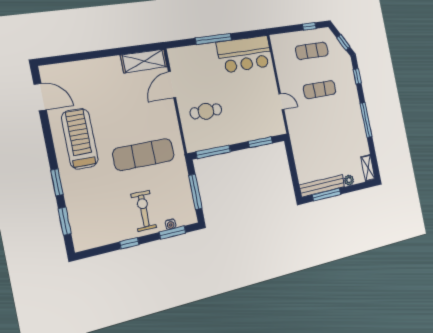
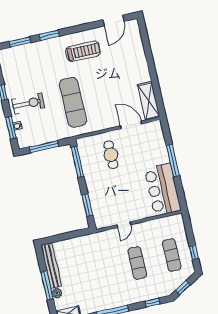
treadmill: (80, 139) -> (83, 51), width x0.73, depth x0.73
window: (327, 195) -> (47, 285), moved

